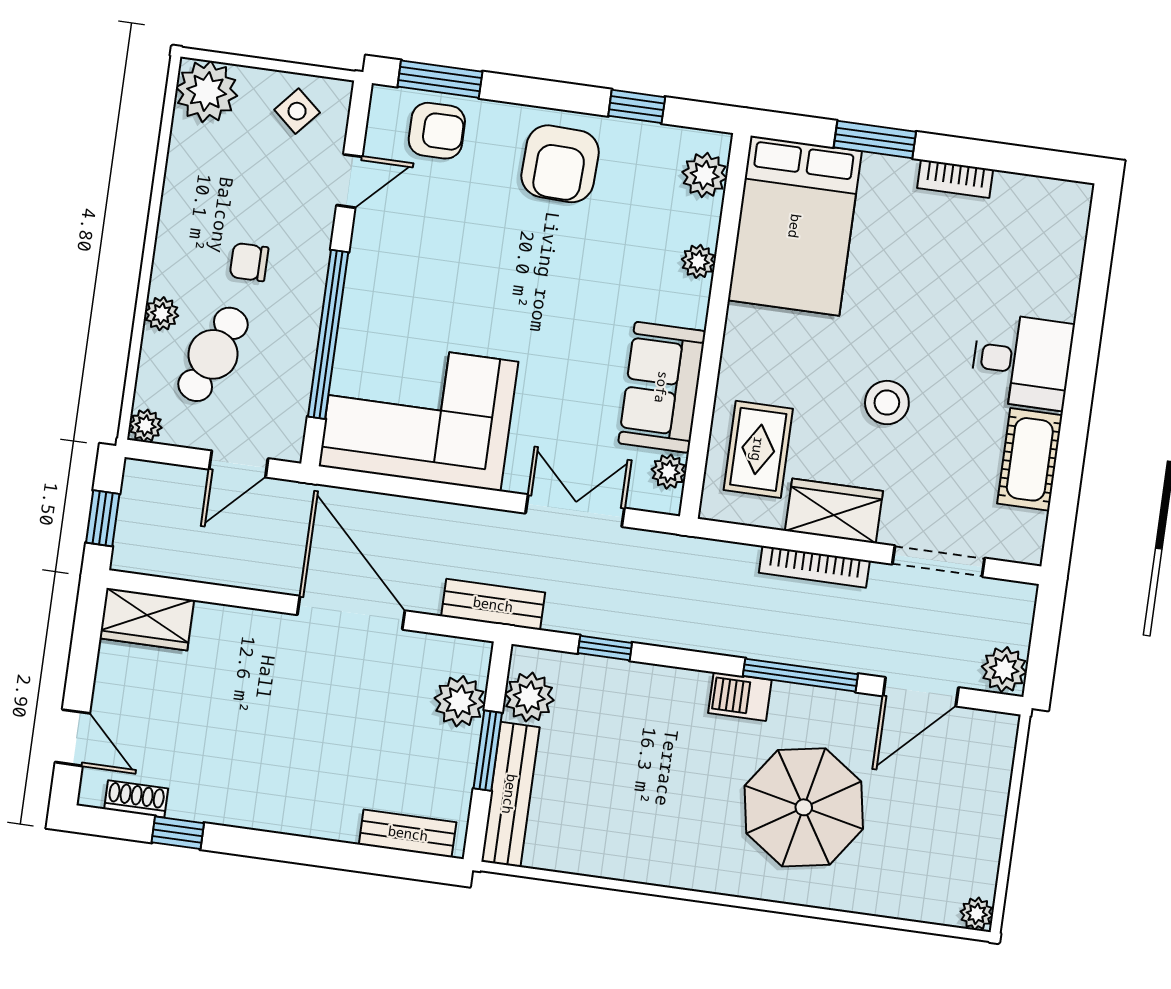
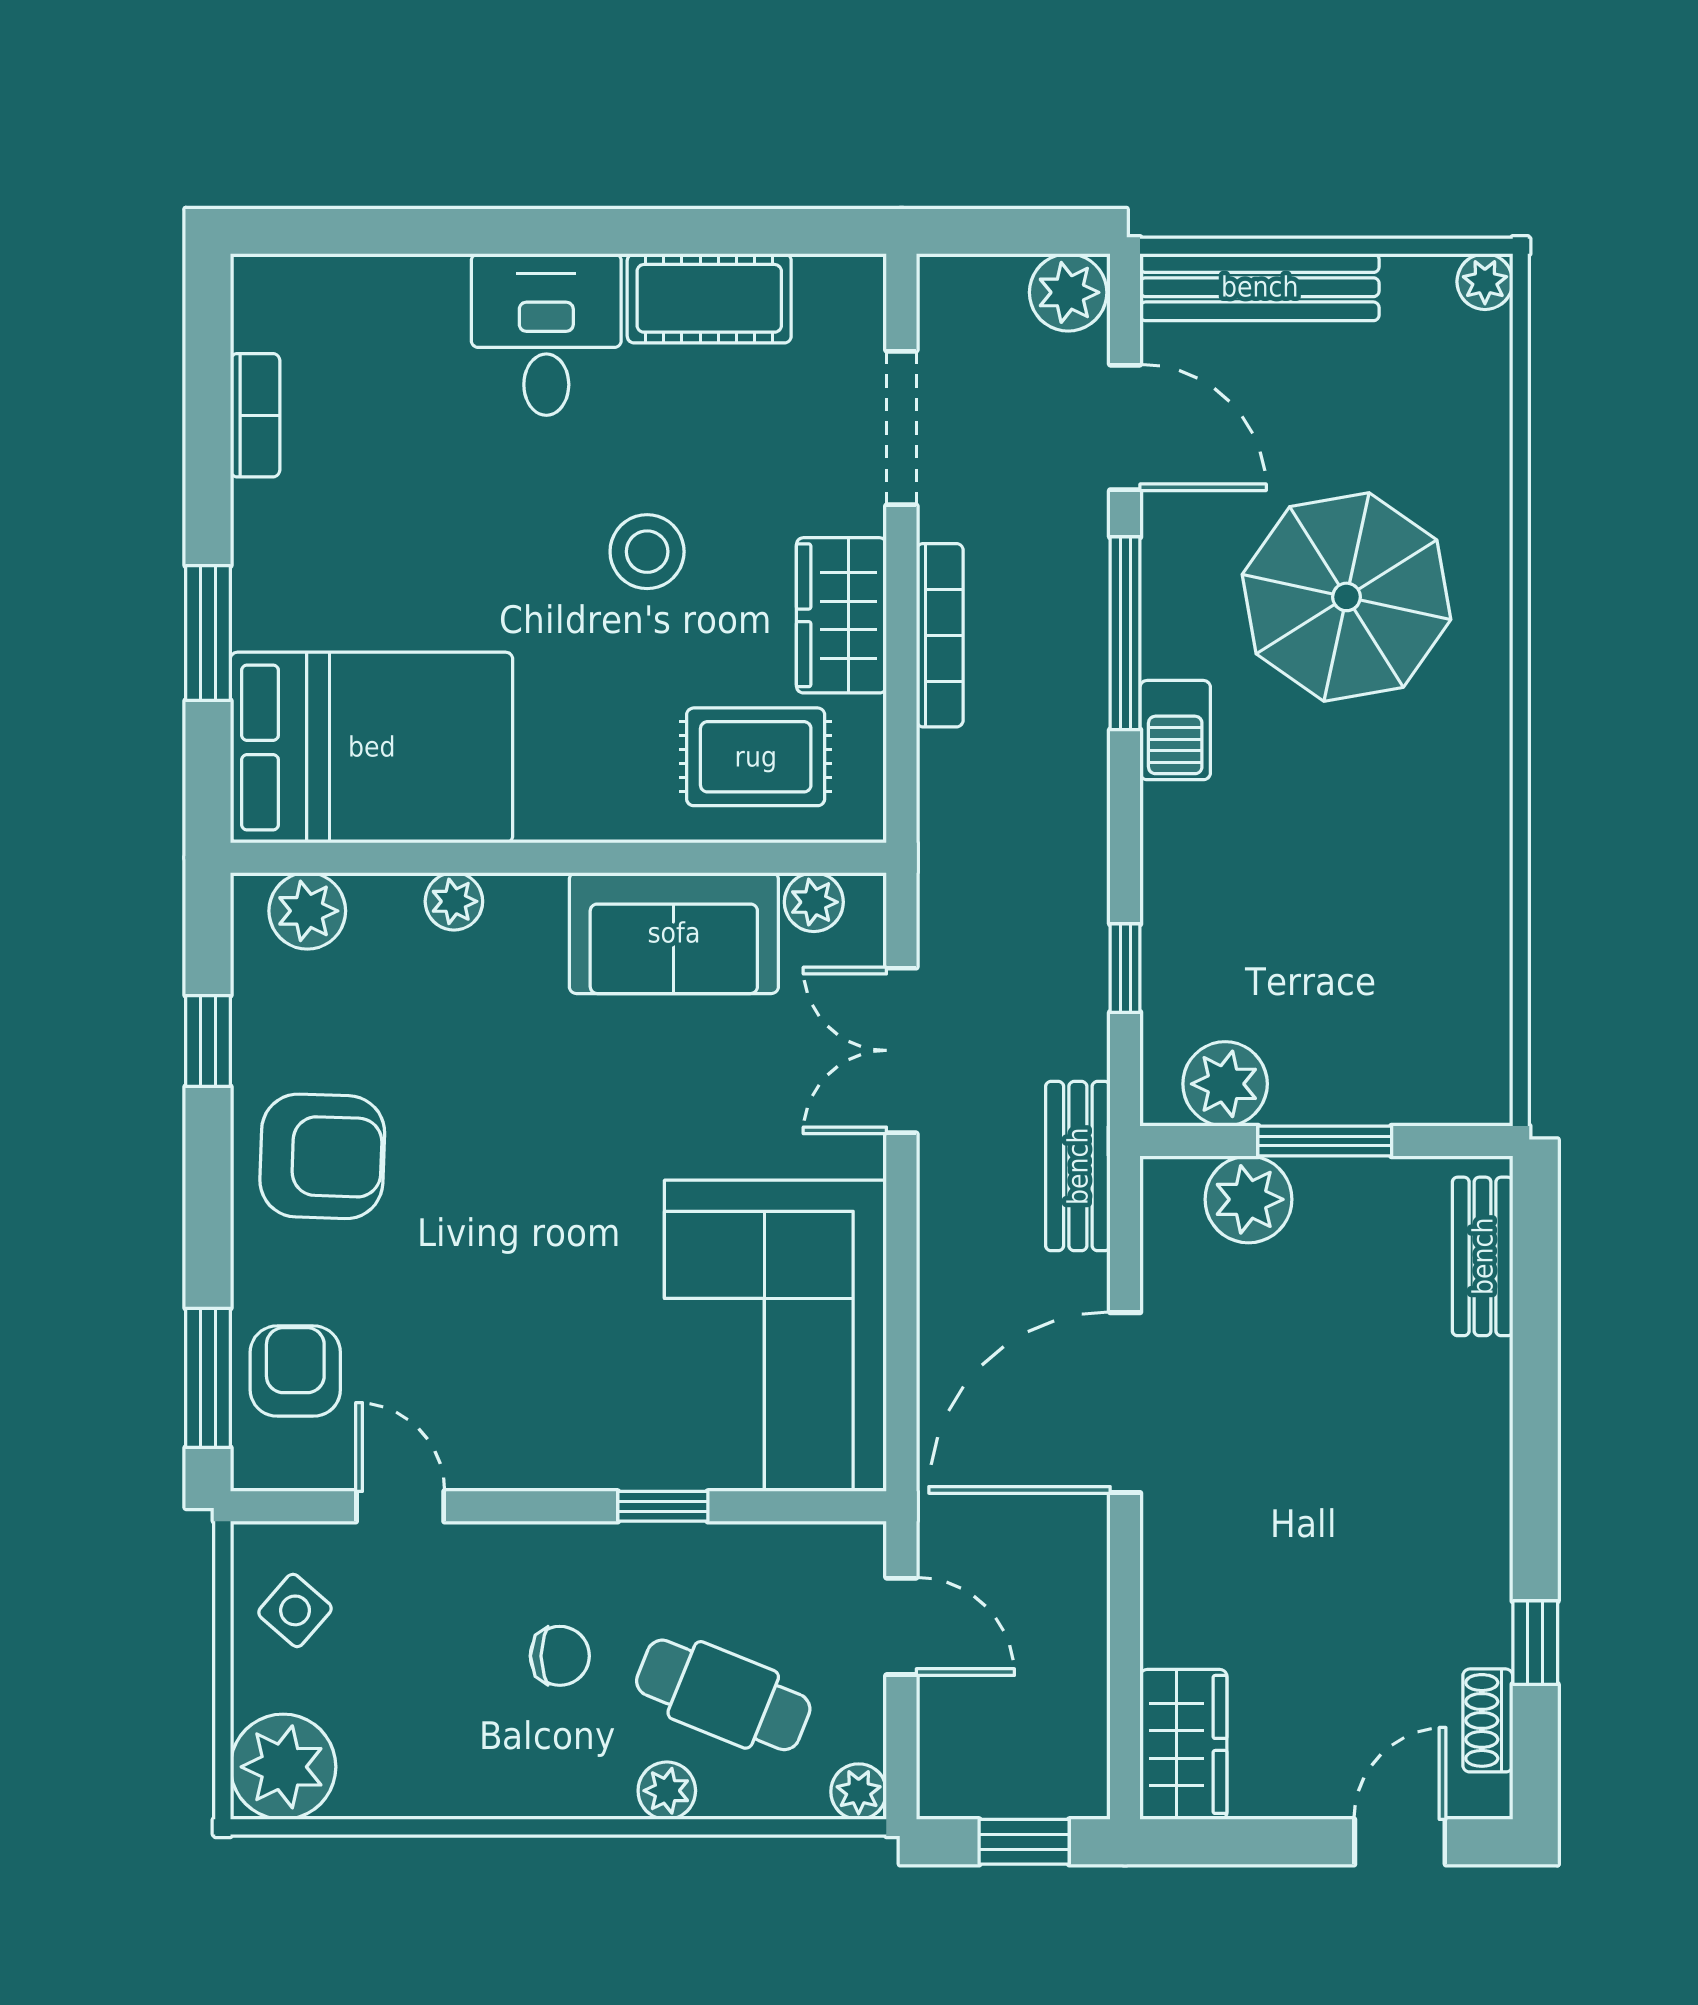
bookcase: (955, 179) -> (255, 415), moved
chair: (249, 262) -> (560, 1656), turned -90
window: (328, 334) -> (663, 1506), width x0.32
bench: (510, 794) -> (1260, 287), moved

